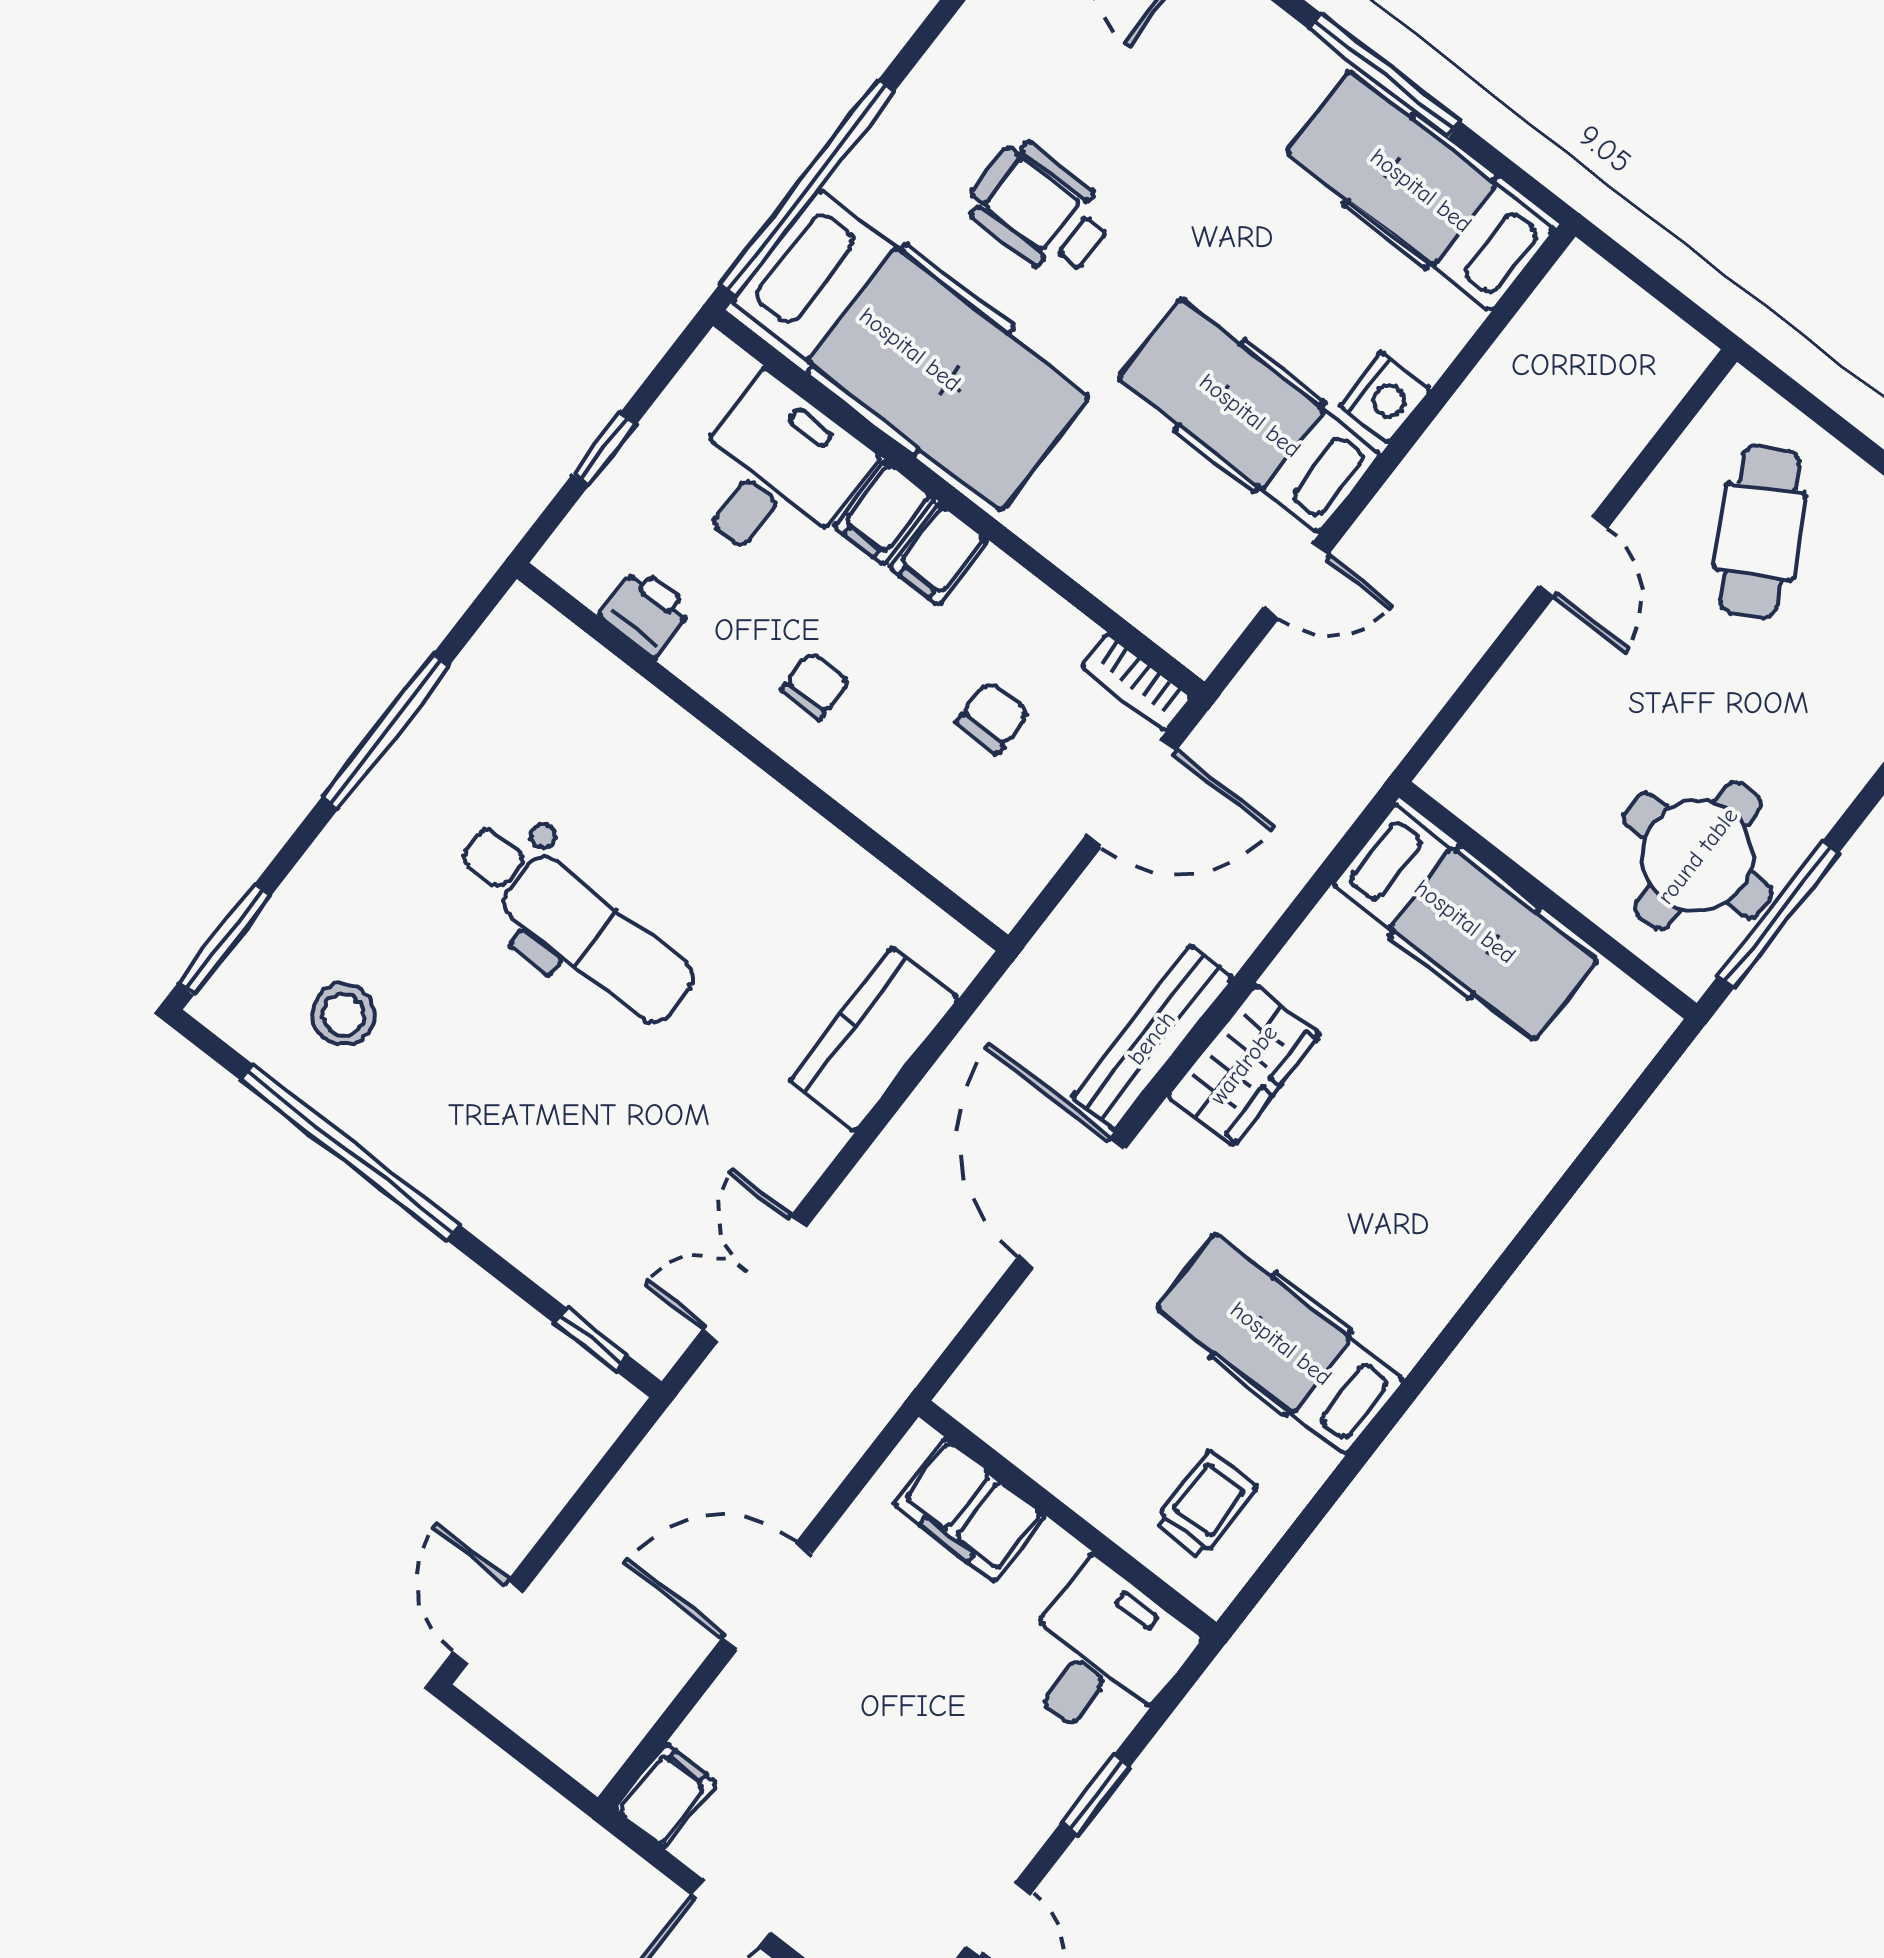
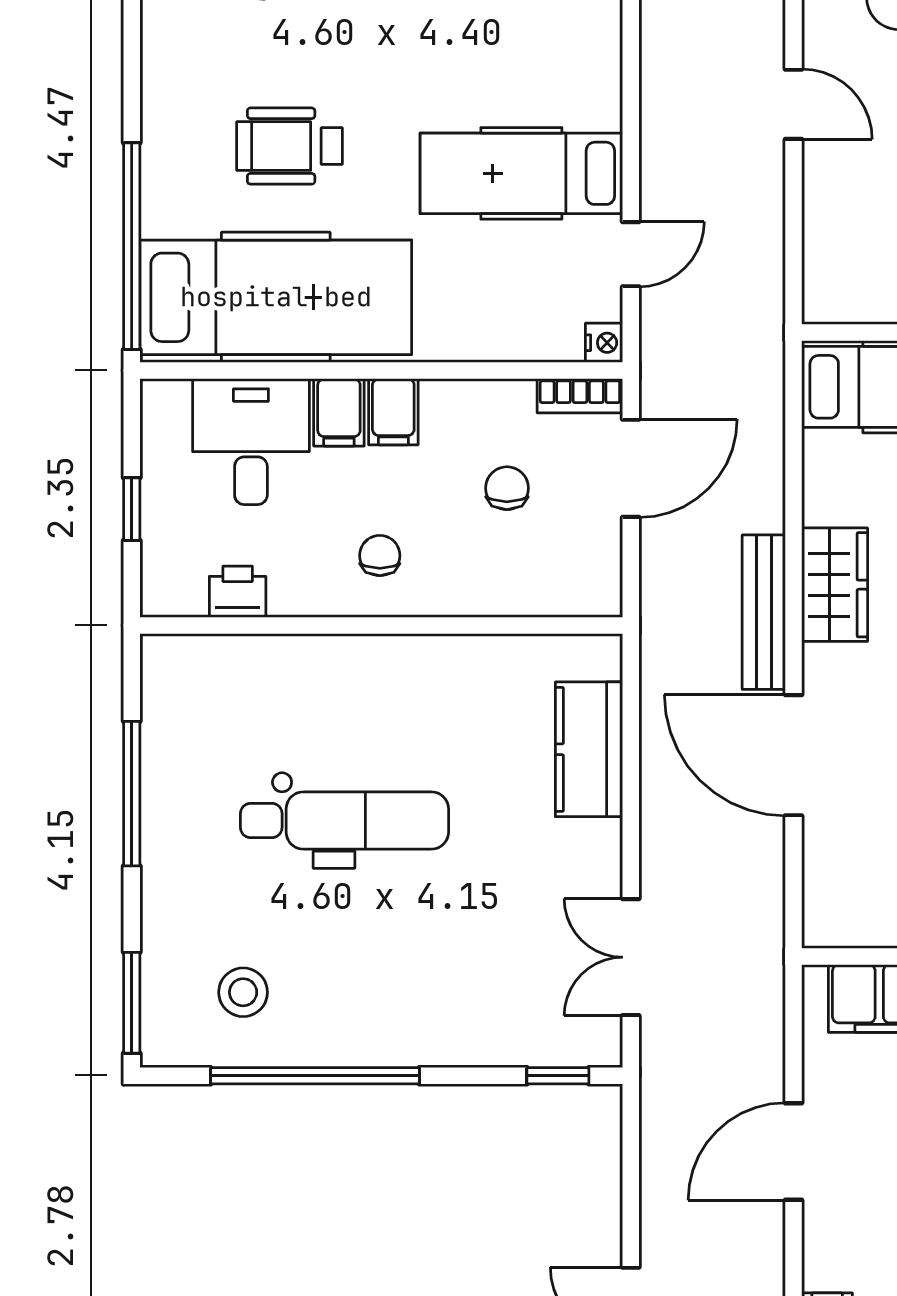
nightstand: (1385, 398) -> (604, 343), moved, width x0.72, depth x0.74

